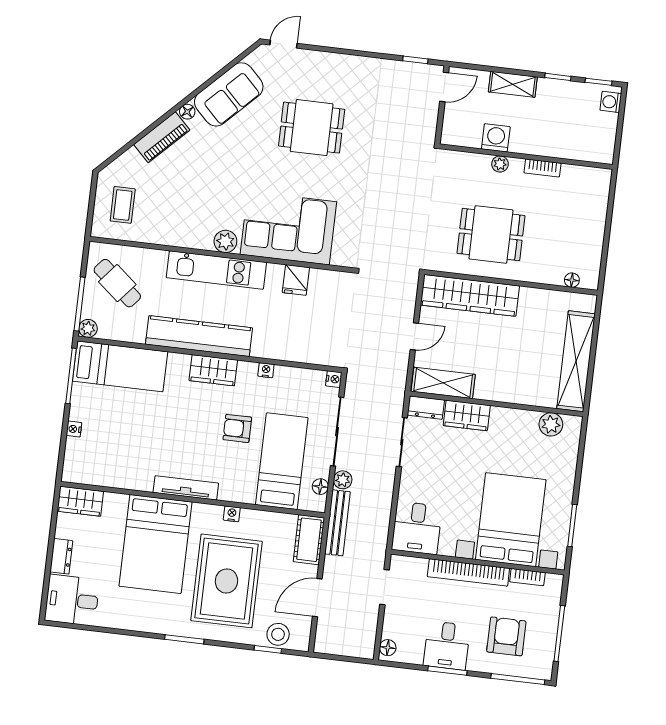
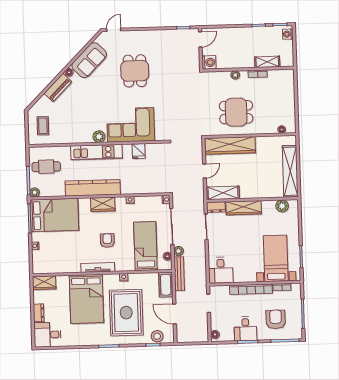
shelving: (513, 84) -> (267, 62), moved
dining table: (312, 128) -> (135, 71), turned 90
washing machine: (496, 138) -> (209, 62), moved, turned 90
cafe table: (117, 283) -> (46, 167), turned -40
bed: (120, 366) -> (54, 215), width x1.50
wardrobe: (467, 415) -> (244, 208), width x1.50
armchair: (237, 428) -> (107, 240), moved, turned 90
bed with nightstands: (511, 520) -> (276, 258), width x0.73
door: (317, 598) -> (175, 314), hinge flipped

